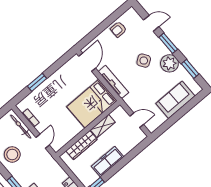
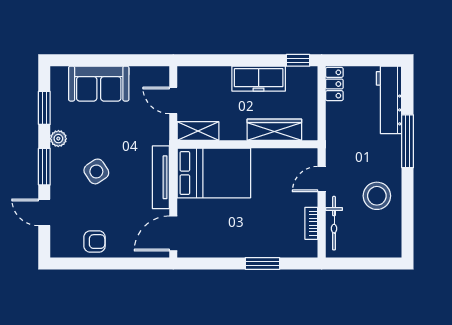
plant: (169, 63) -> (58, 139), width x0.53, depth x0.53
shelving: (103, 126) -> (198, 131), moved

